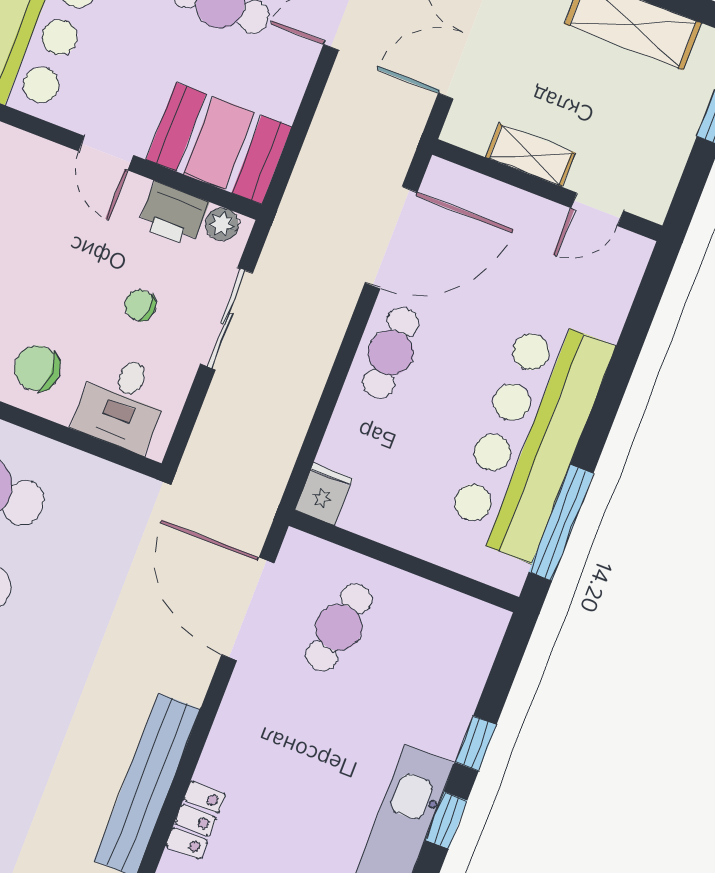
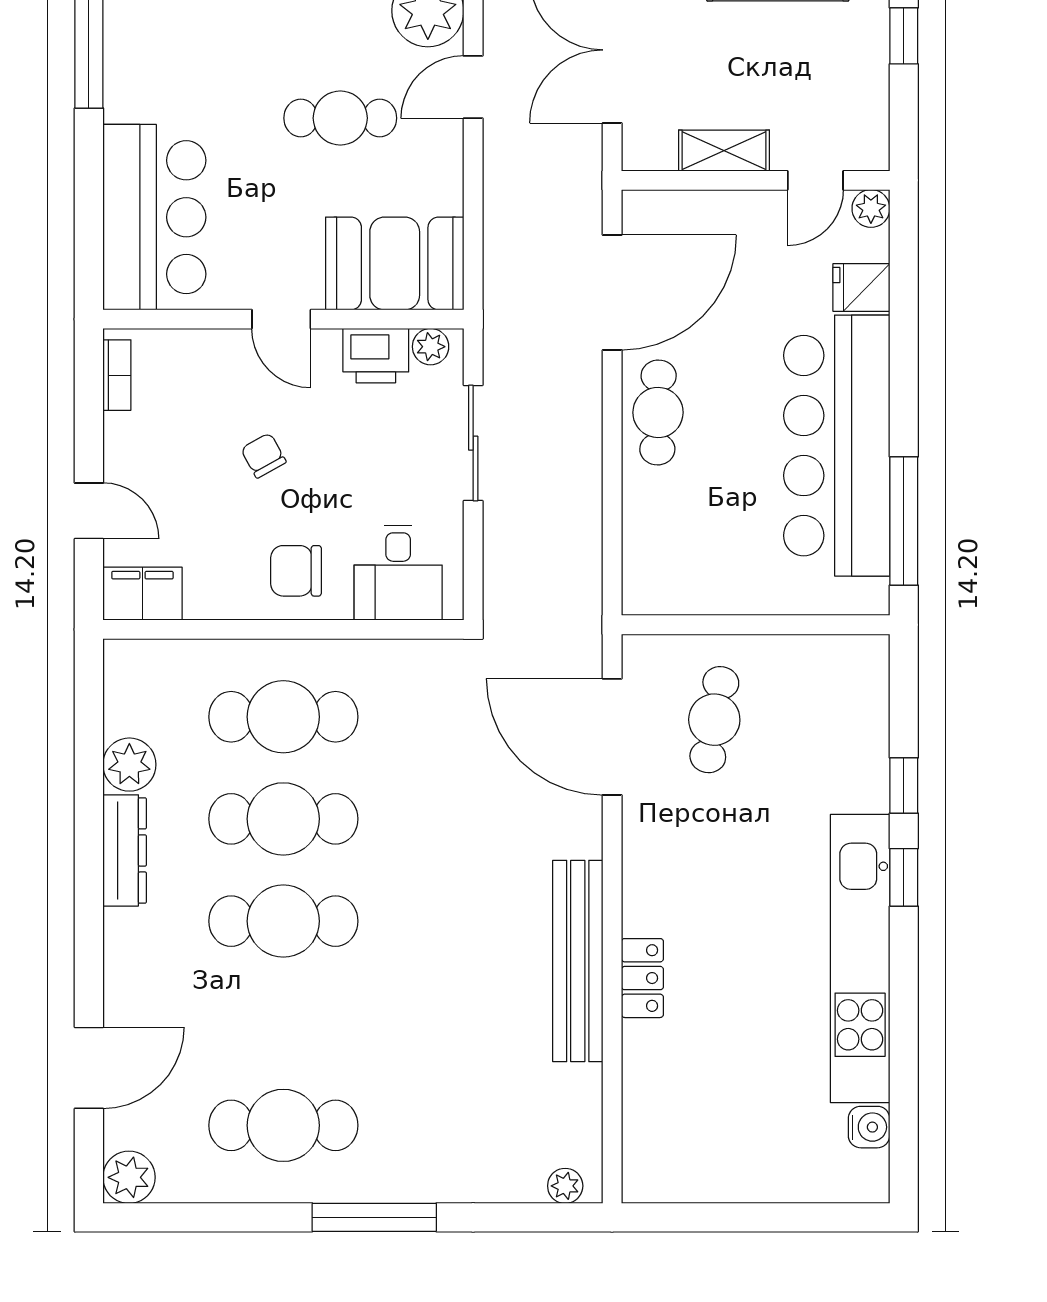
plant: (635, 251) -> (871, 208), added
chair: (140, 305) -> (263, 455), moved, turned 56
fridge: (324, 494) -> (861, 287), moved, turned -90

